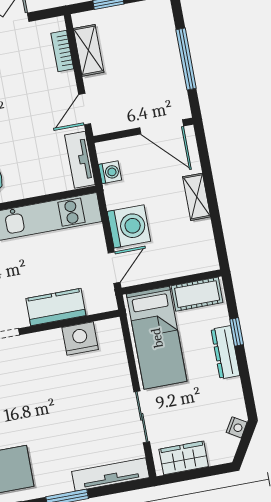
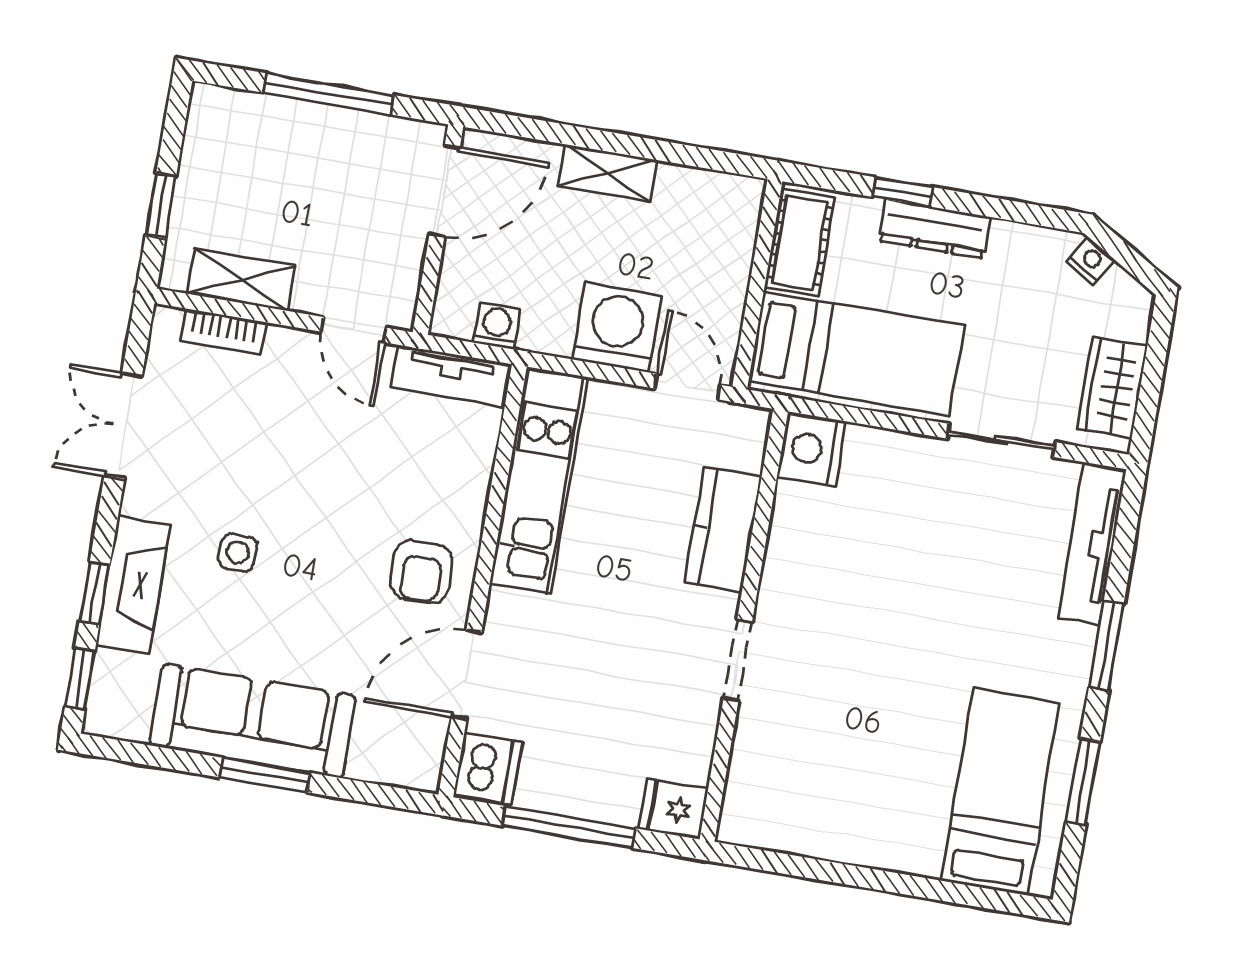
nightstand: (80, 338) -> (812, 449), moved

